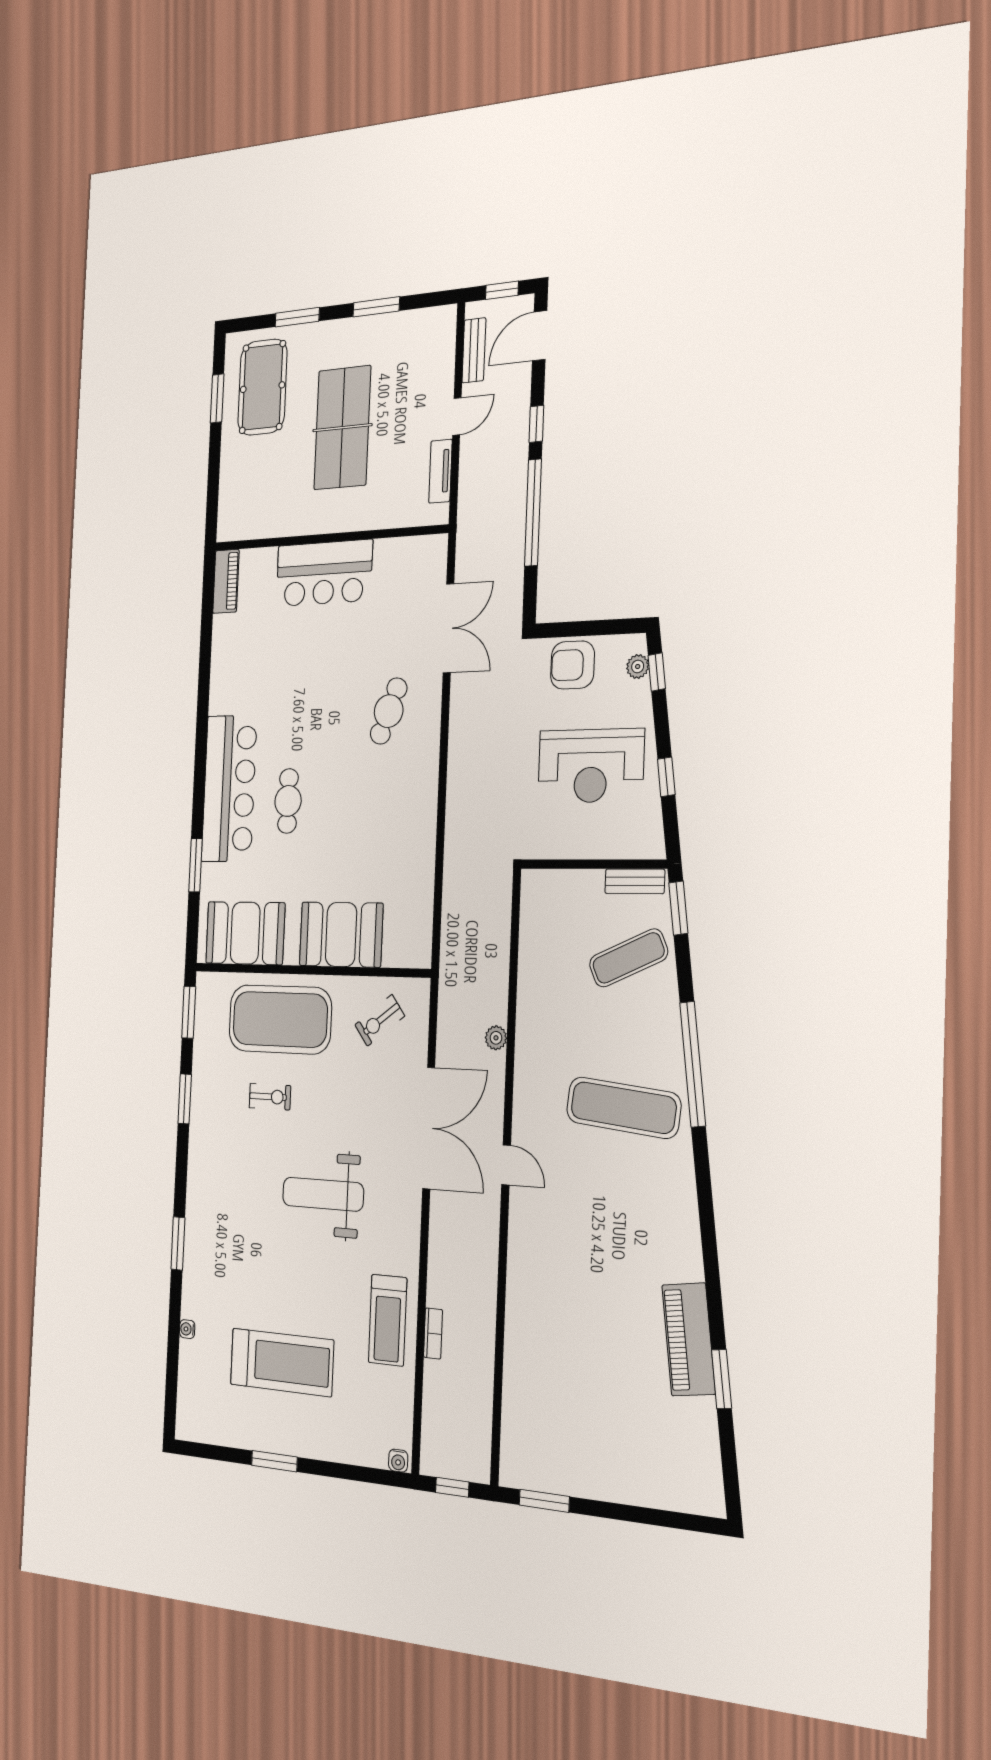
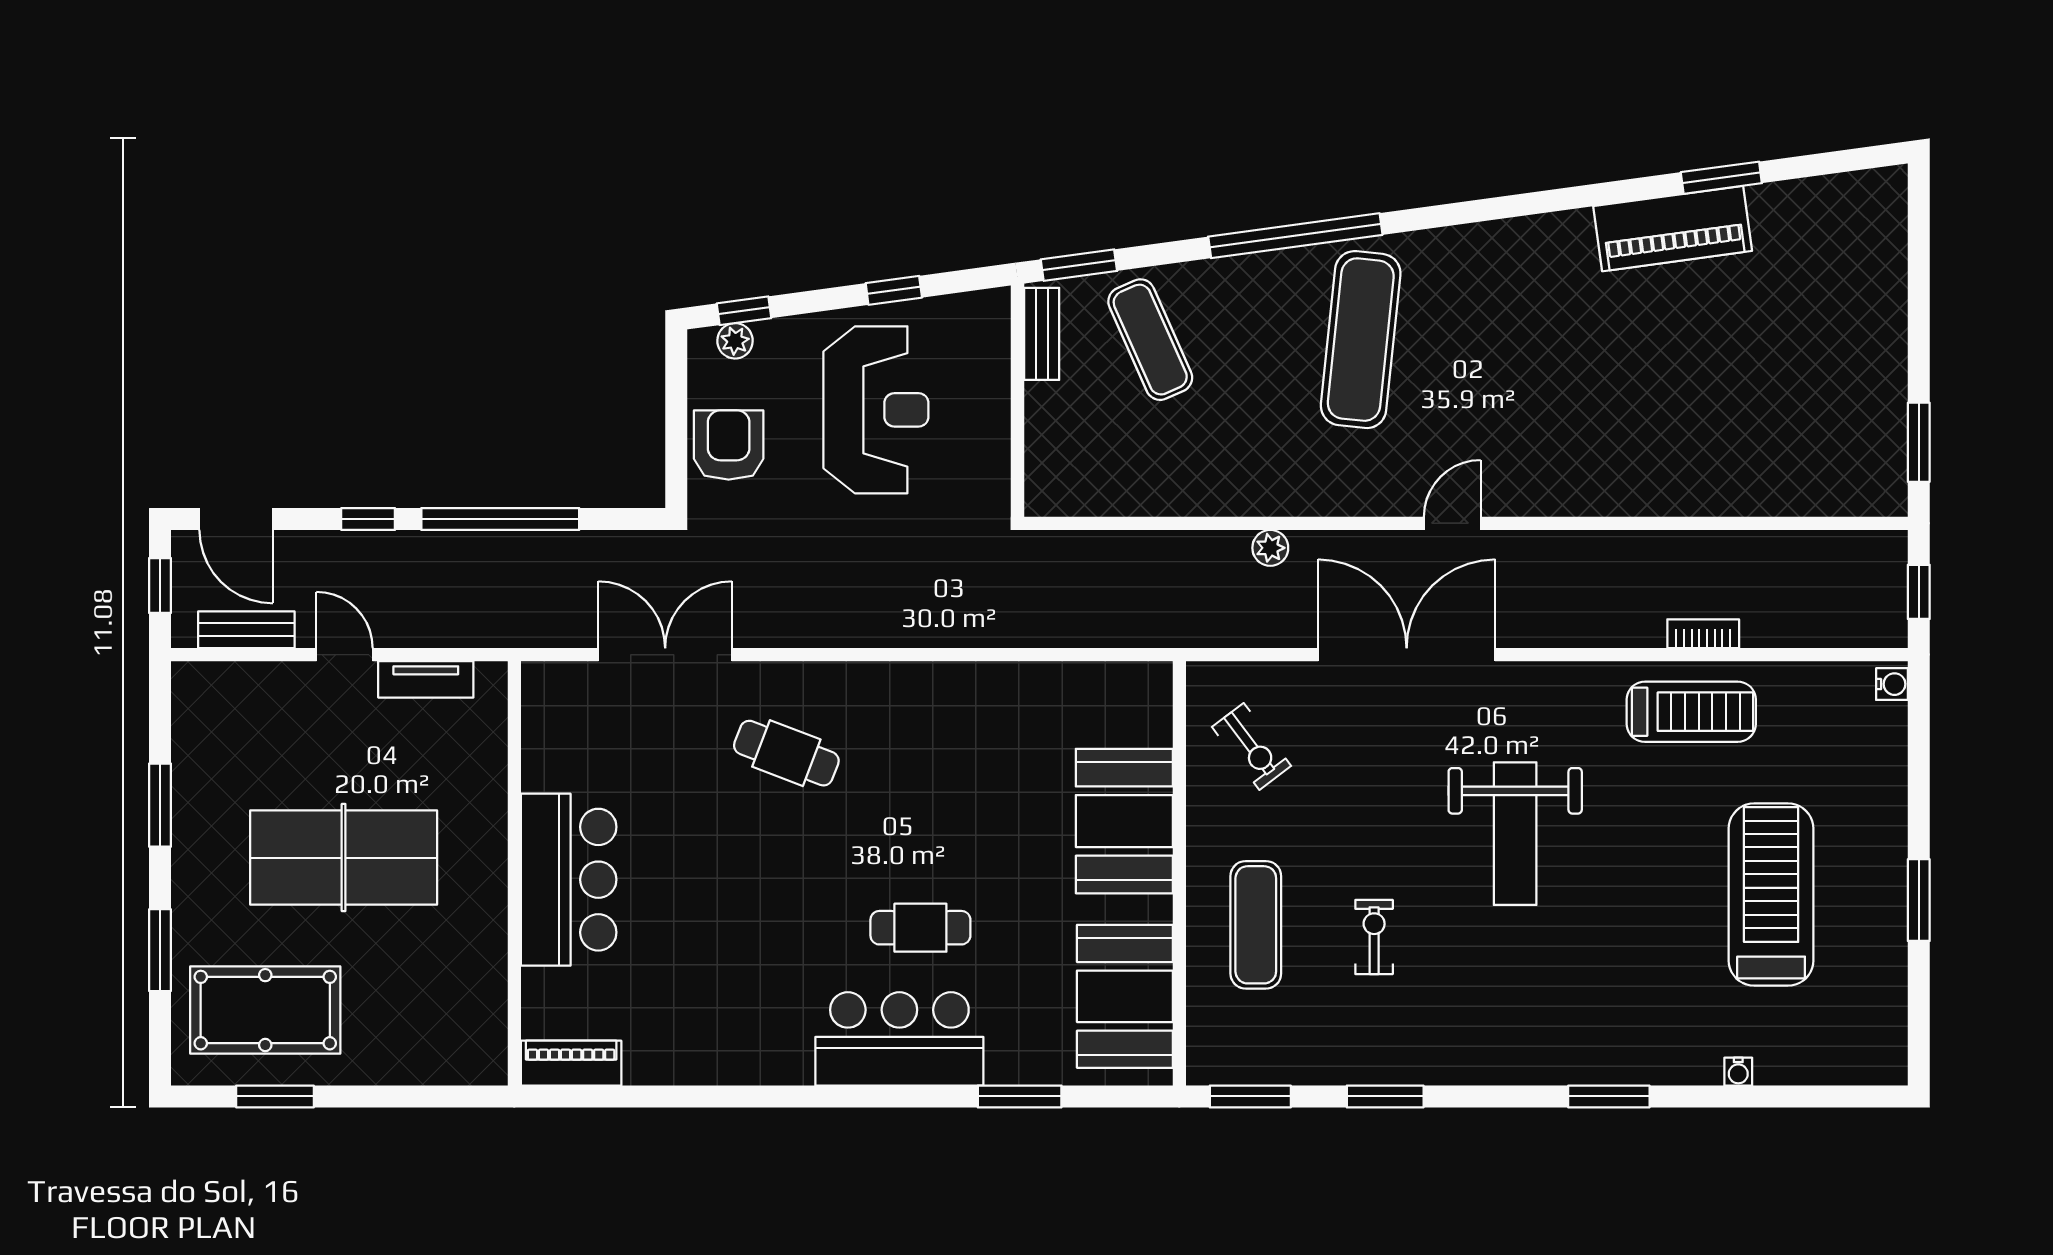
armchair: (572, 665) -> (729, 445), turned 180
bar counter: (229, 788) -> (899, 1039), width x0.73
exercise mat: (280, 1019) -> (1256, 925), width x0.50, depth x0.69

